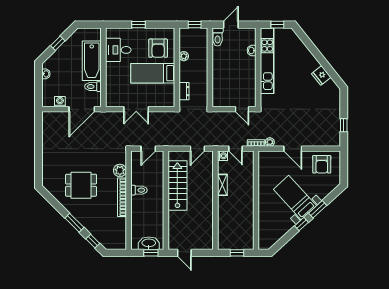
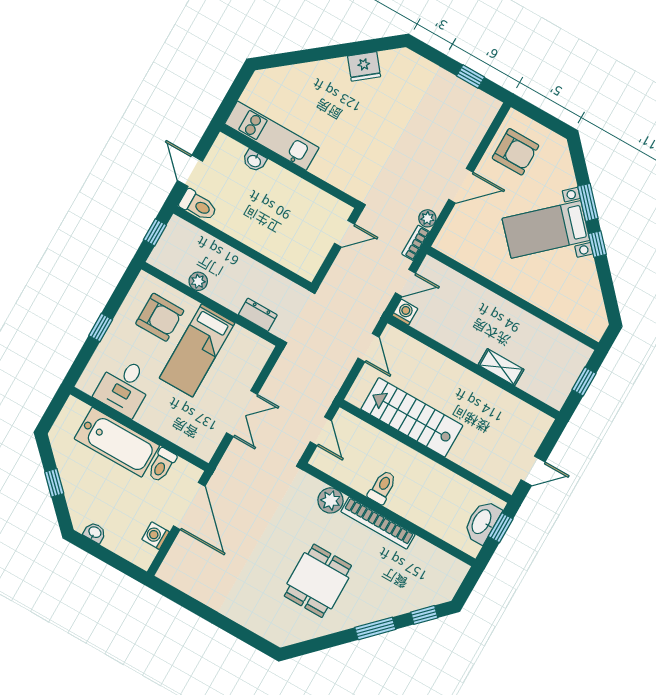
window: (277, 25) -> (235, 92), removed
kitchen unit: (267, 61) -> (272, 136), width x0.73
shelving: (222, 185) -> (501, 367), moved

